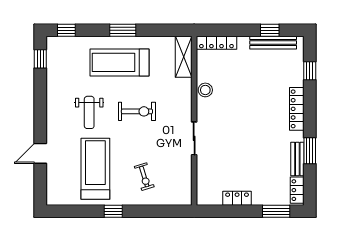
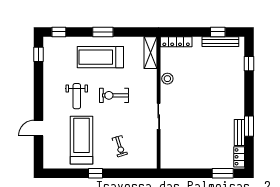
locker: (297, 109) -> (239, 93), removed
exercise bike: (137, 111) -> (114, 95), turned 180
locker: (237, 198) -> (192, 163), removed

